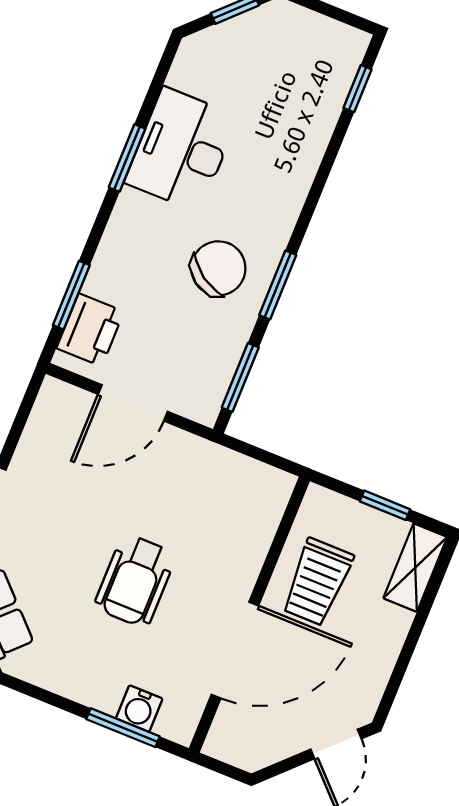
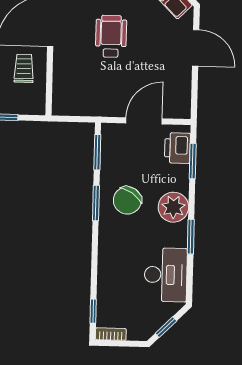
bookcase: (341, 34) -> (111, 334), added
desk: (181, 149) -> (166, 275), moved
plant: (138, 224) -> (173, 207), added
trolley: (317, 582) -> (24, 68), width x0.73, depth x0.72

